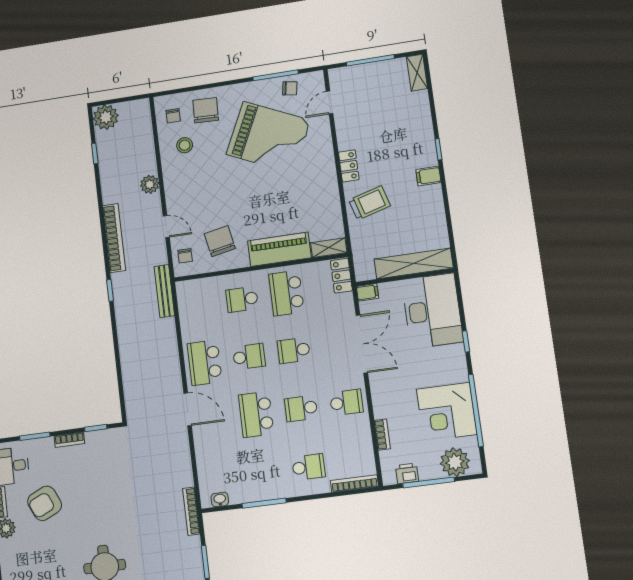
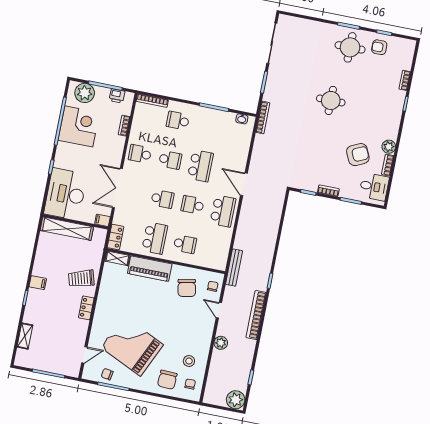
shelving: (417, 73) -> (25, 336), moved

